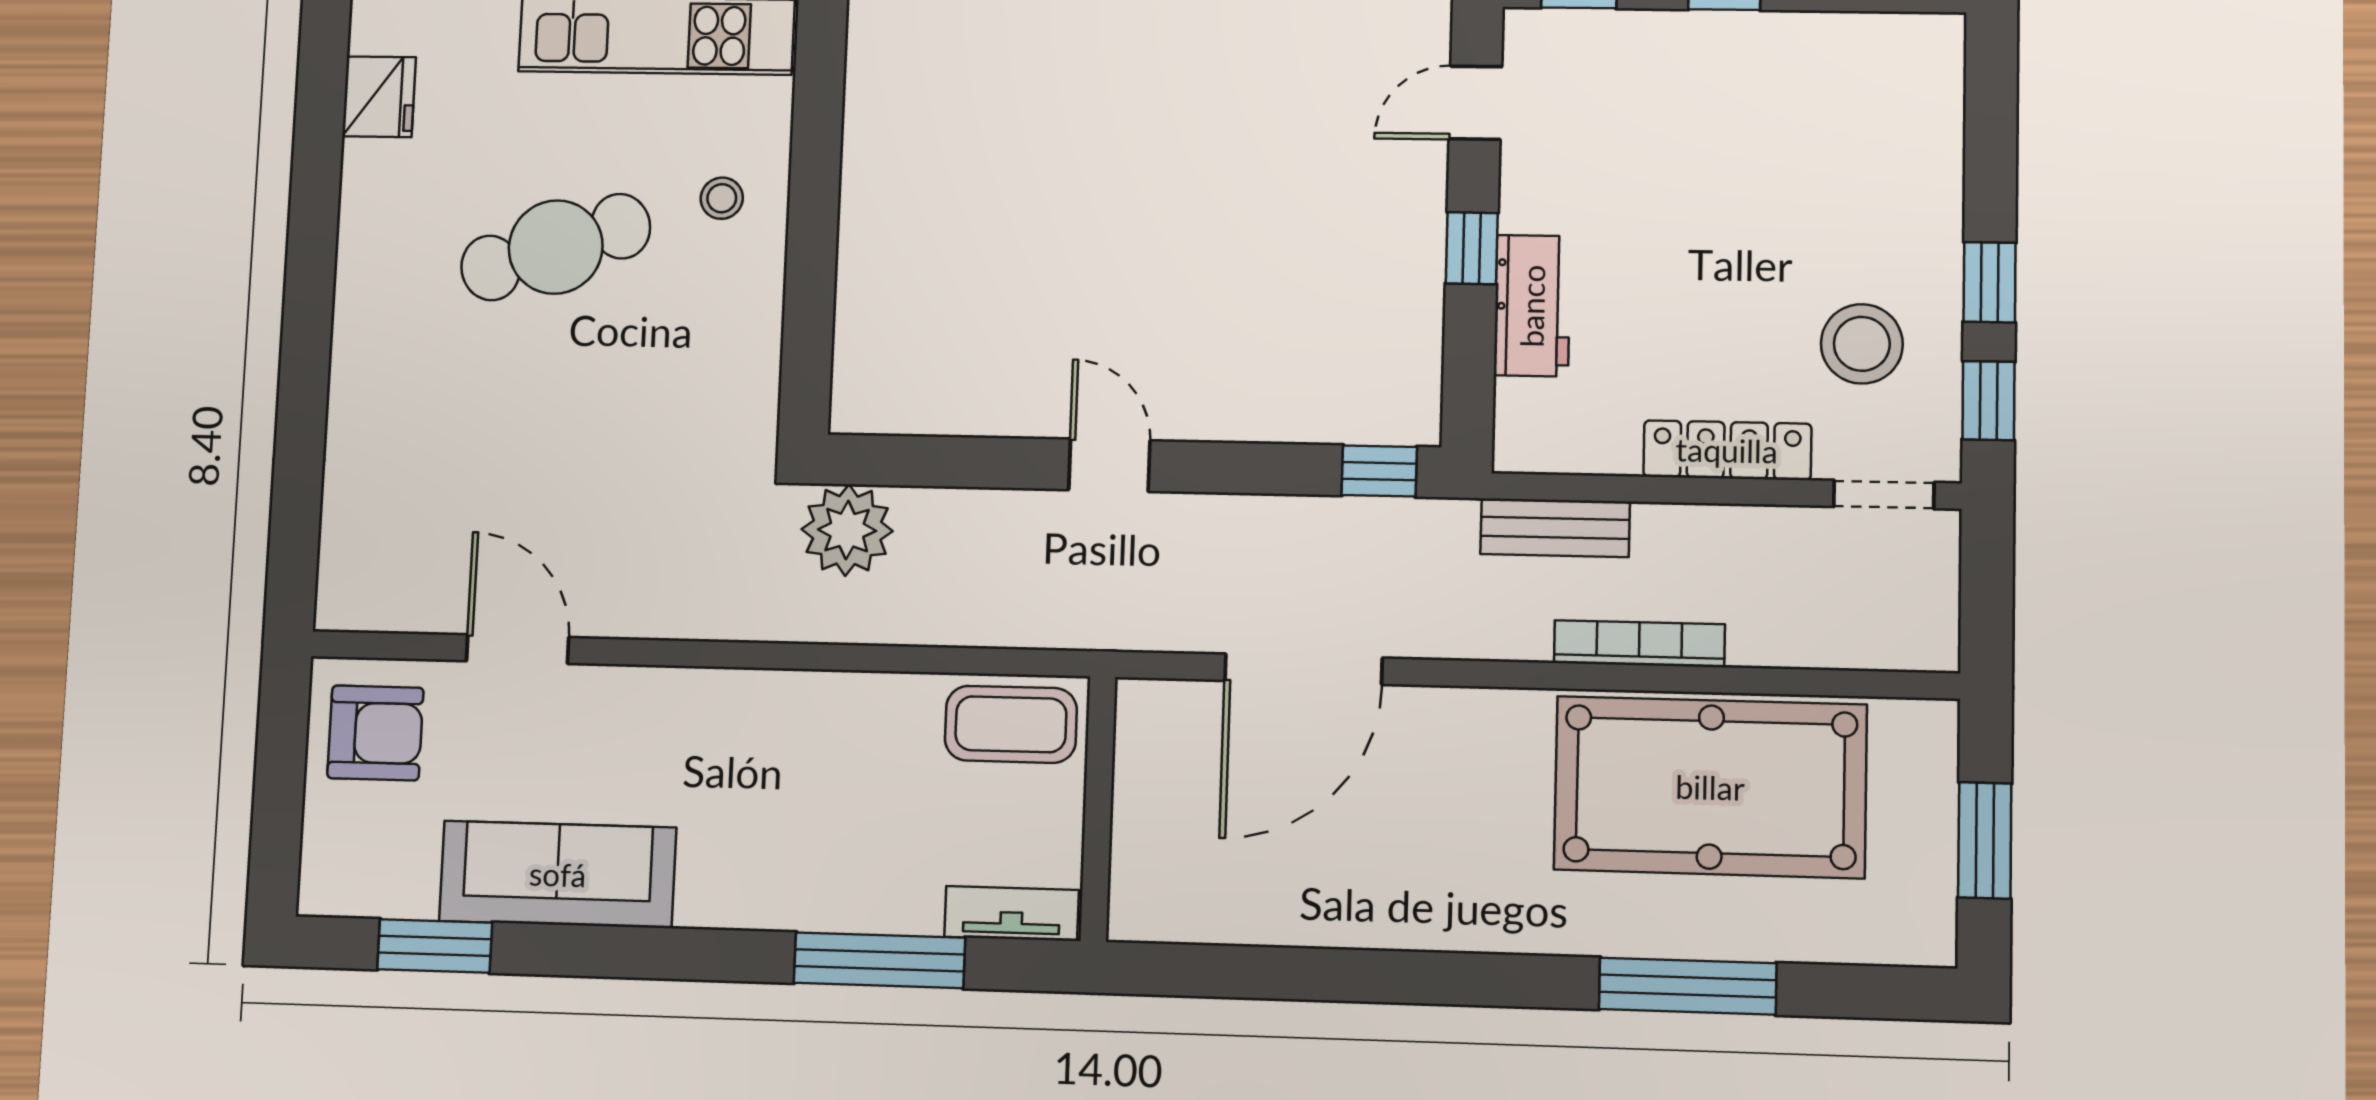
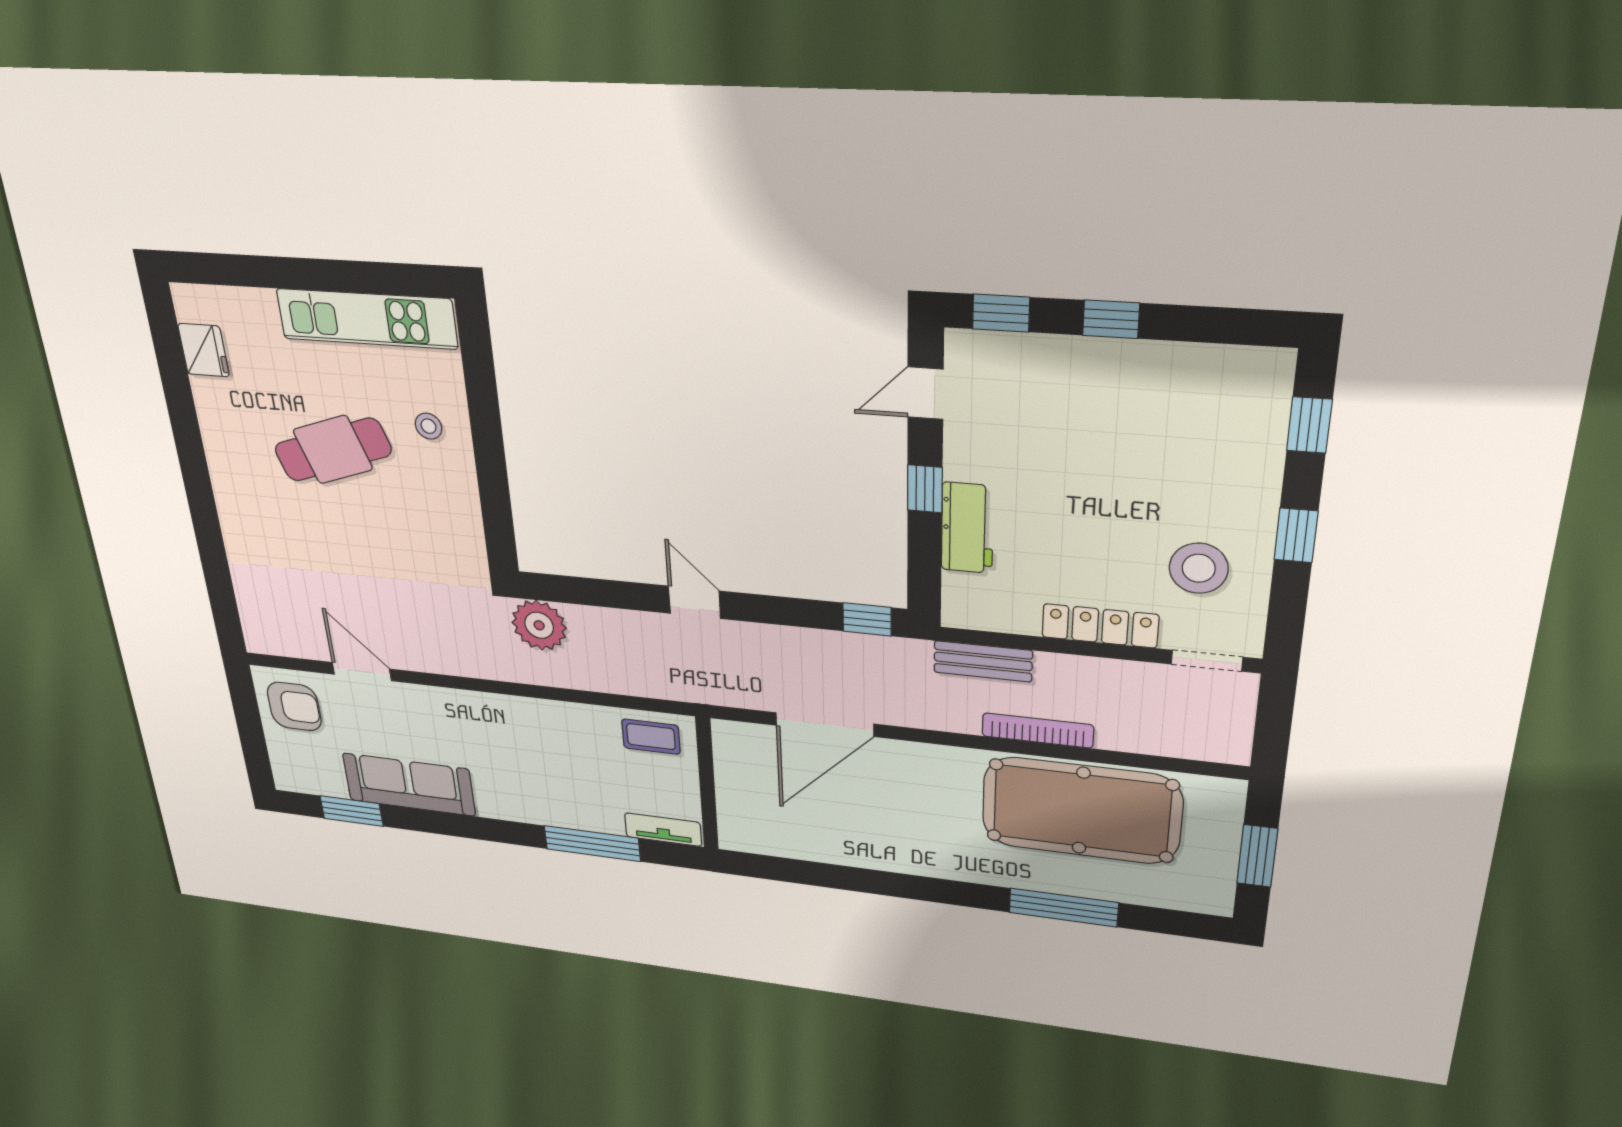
window: (1989, 401) -> (1309, 425), moved
coffee table: (1011, 724) -> (651, 737), width x0.73, depth x0.77

